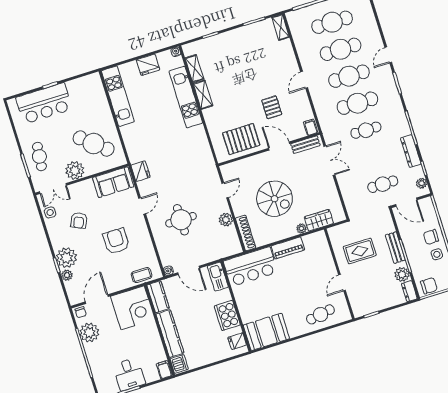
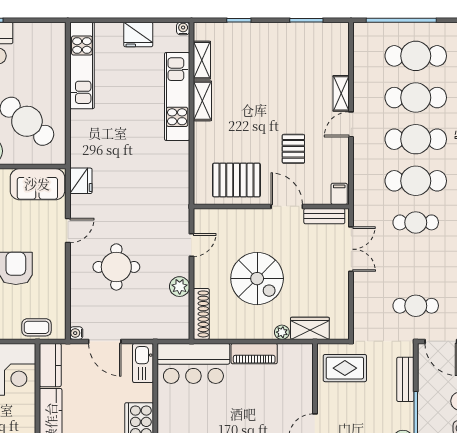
shelving: (281, 27) -> (341, 93), moved
bench: (395, 248) -> (405, 379), moved
rug: (360, 251) -> (345, 368), moved

